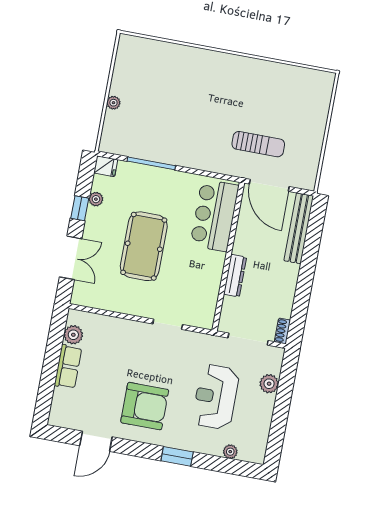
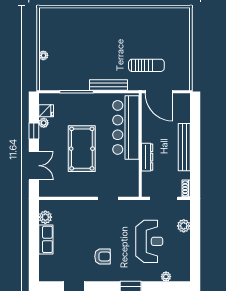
bench: (199, 162) -> (109, 85), added
fridge: (106, 166) -> (46, 111), moved
bar counter: (215, 215) -> (126, 127), width x1.36
bench: (299, 228) -> (184, 147), moved
reception desk: (216, 397) -> (149, 241), turned 180
armchair: (145, 406) -> (102, 256), width x0.53, depth x0.53

